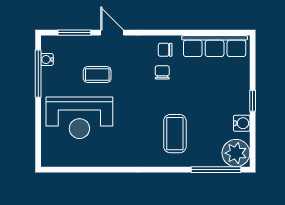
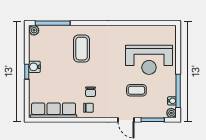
plant: (48, 42) -> (171, 113), added
reception desk: (79, 118) -> (149, 60), turned 180
water cooler: (242, 123) -> (34, 67), moved
plant: (236, 153) -> (34, 30), width x0.53, depth x0.53

